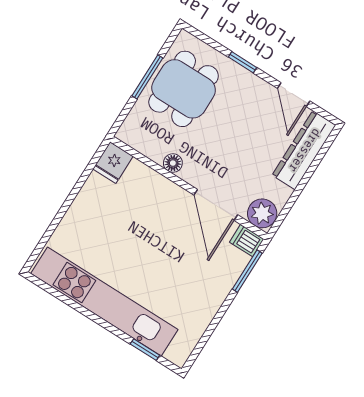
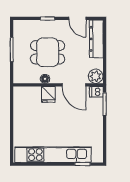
dining table: (184, 89) -> (48, 52), moved, turned 90
fridge: (113, 163) -> (48, 94), moved

